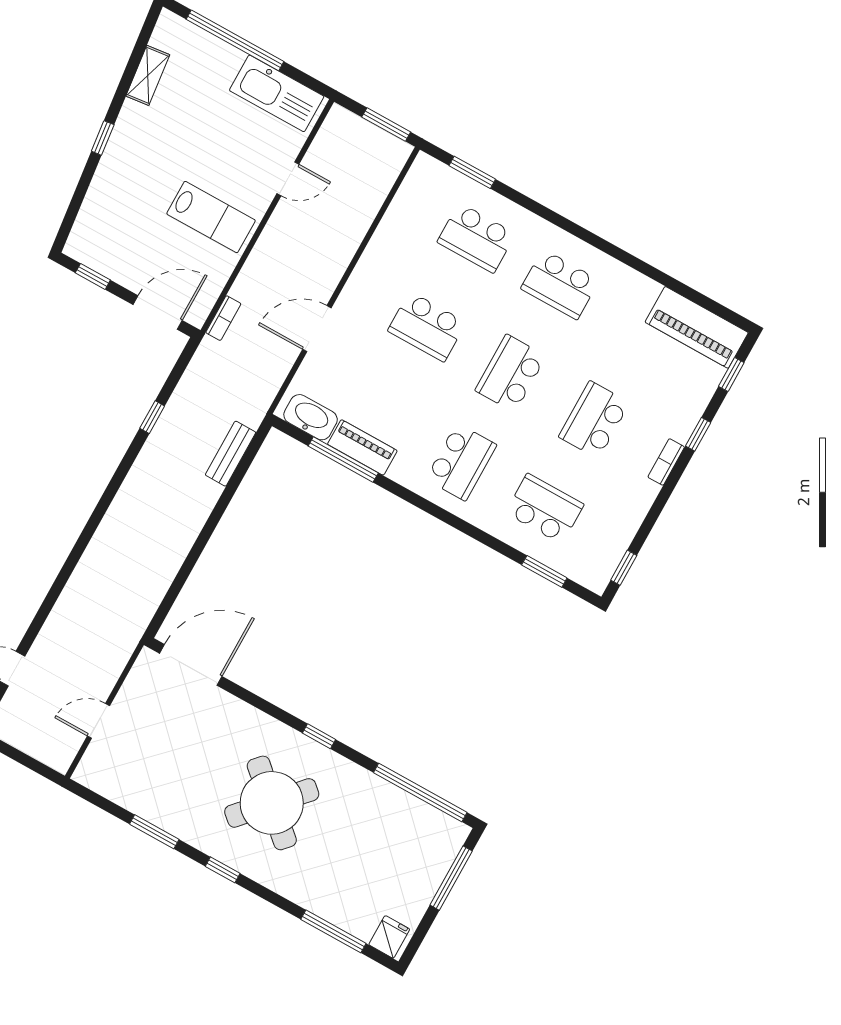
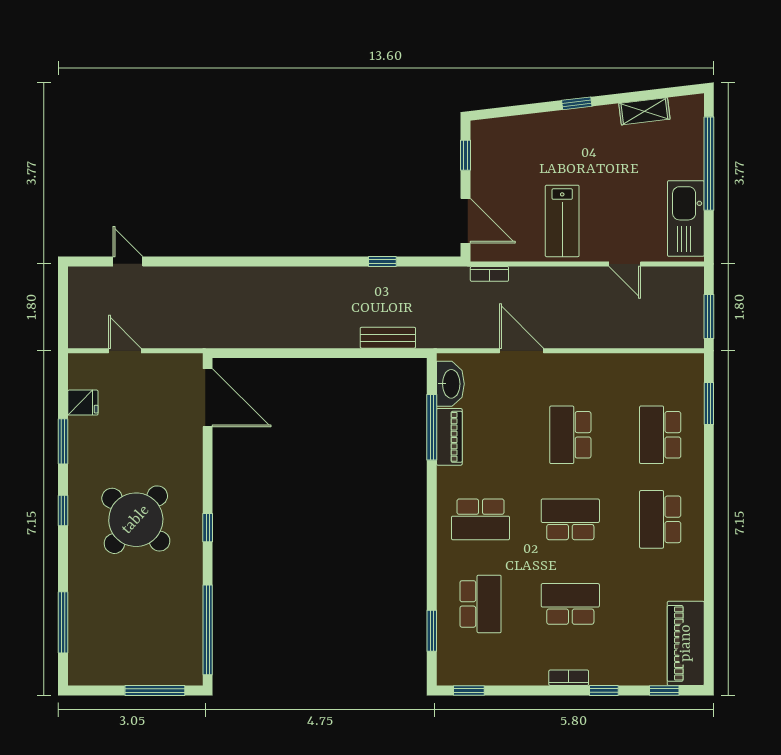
fridge: (389, 937) -> (83, 403), moved

